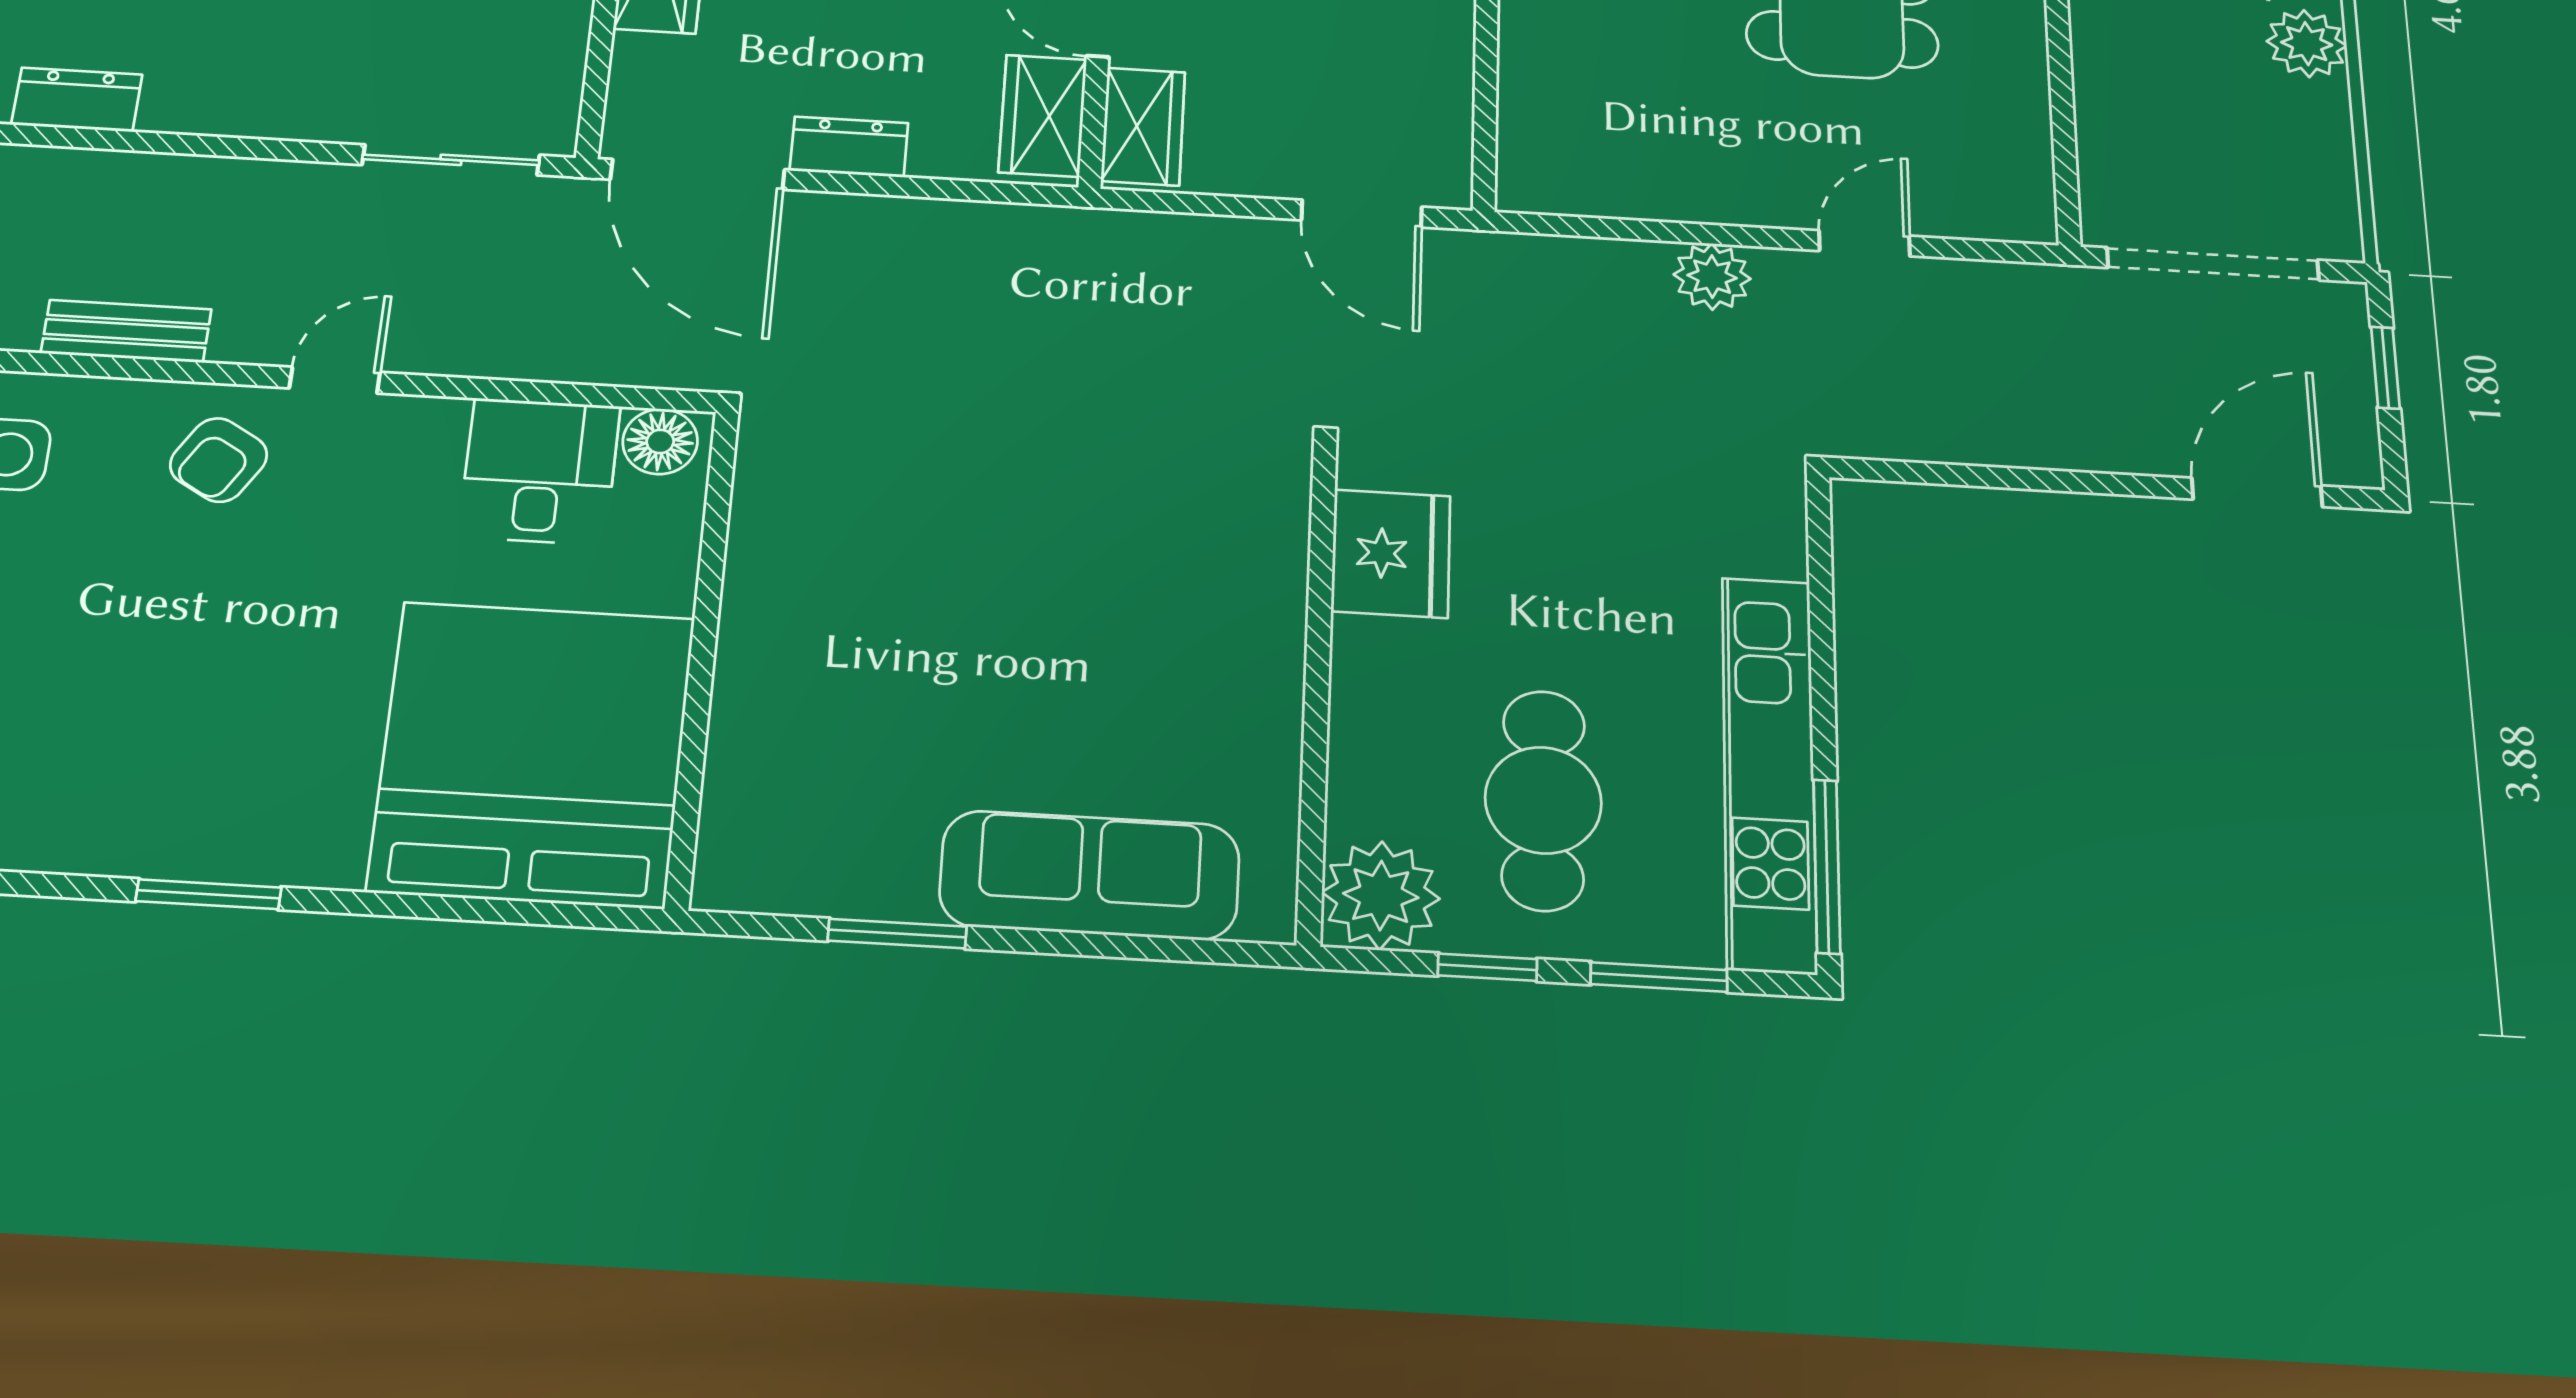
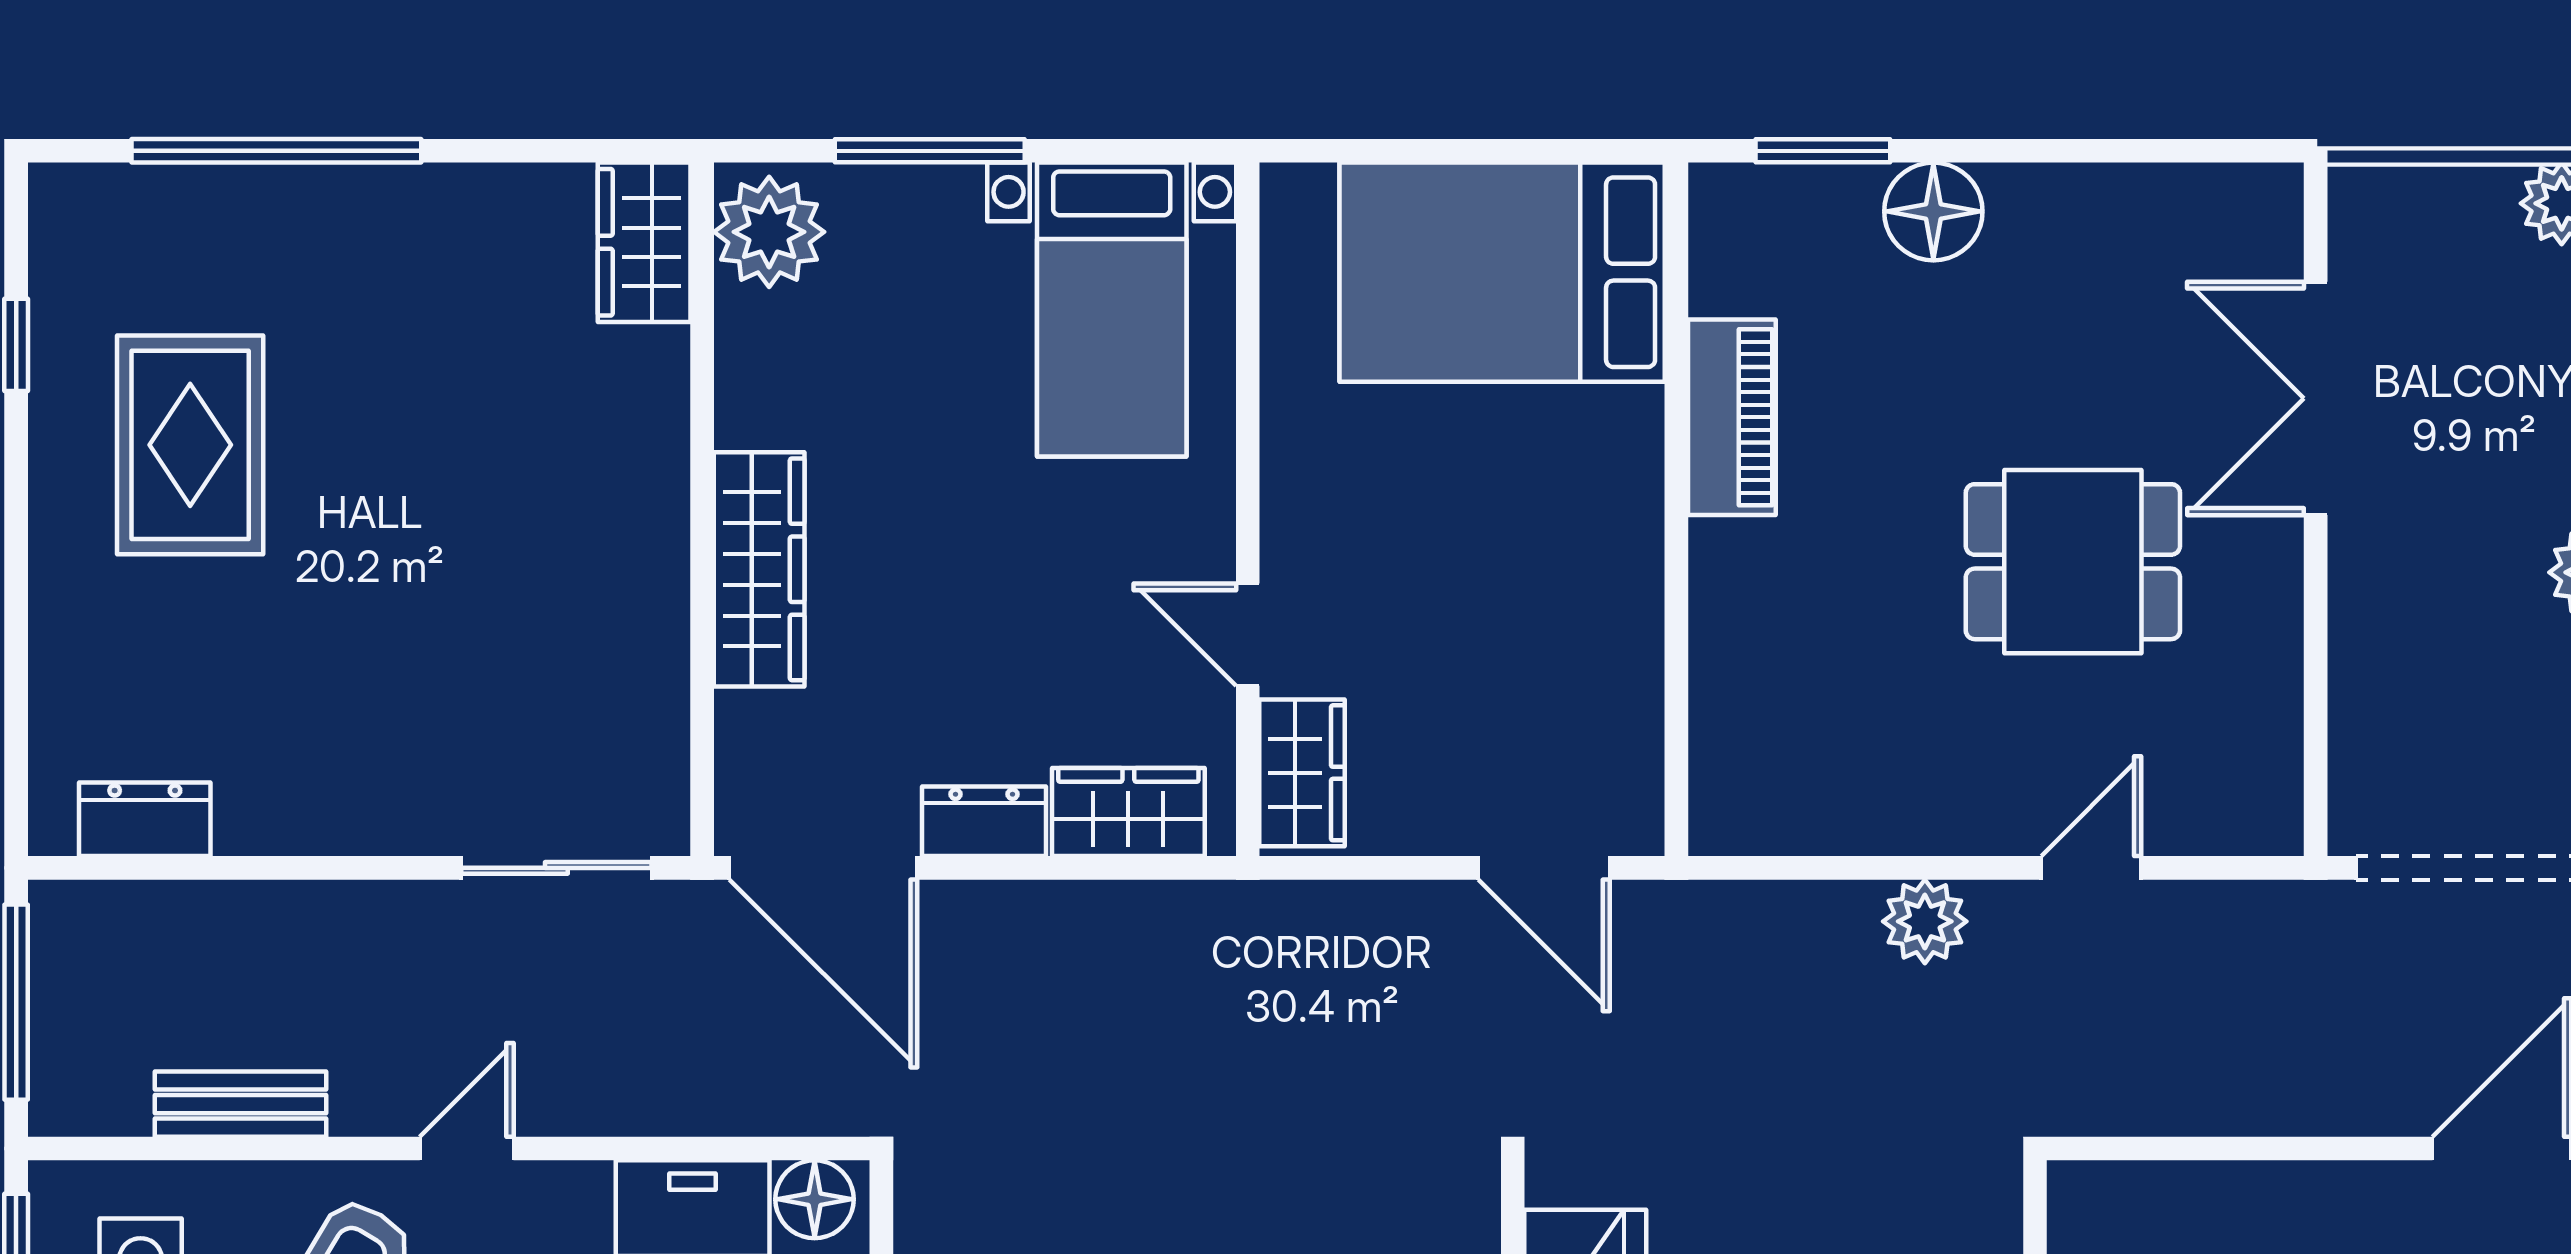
wardrobe: (1043, 116) -> (1128, 812), moved, turned 90

